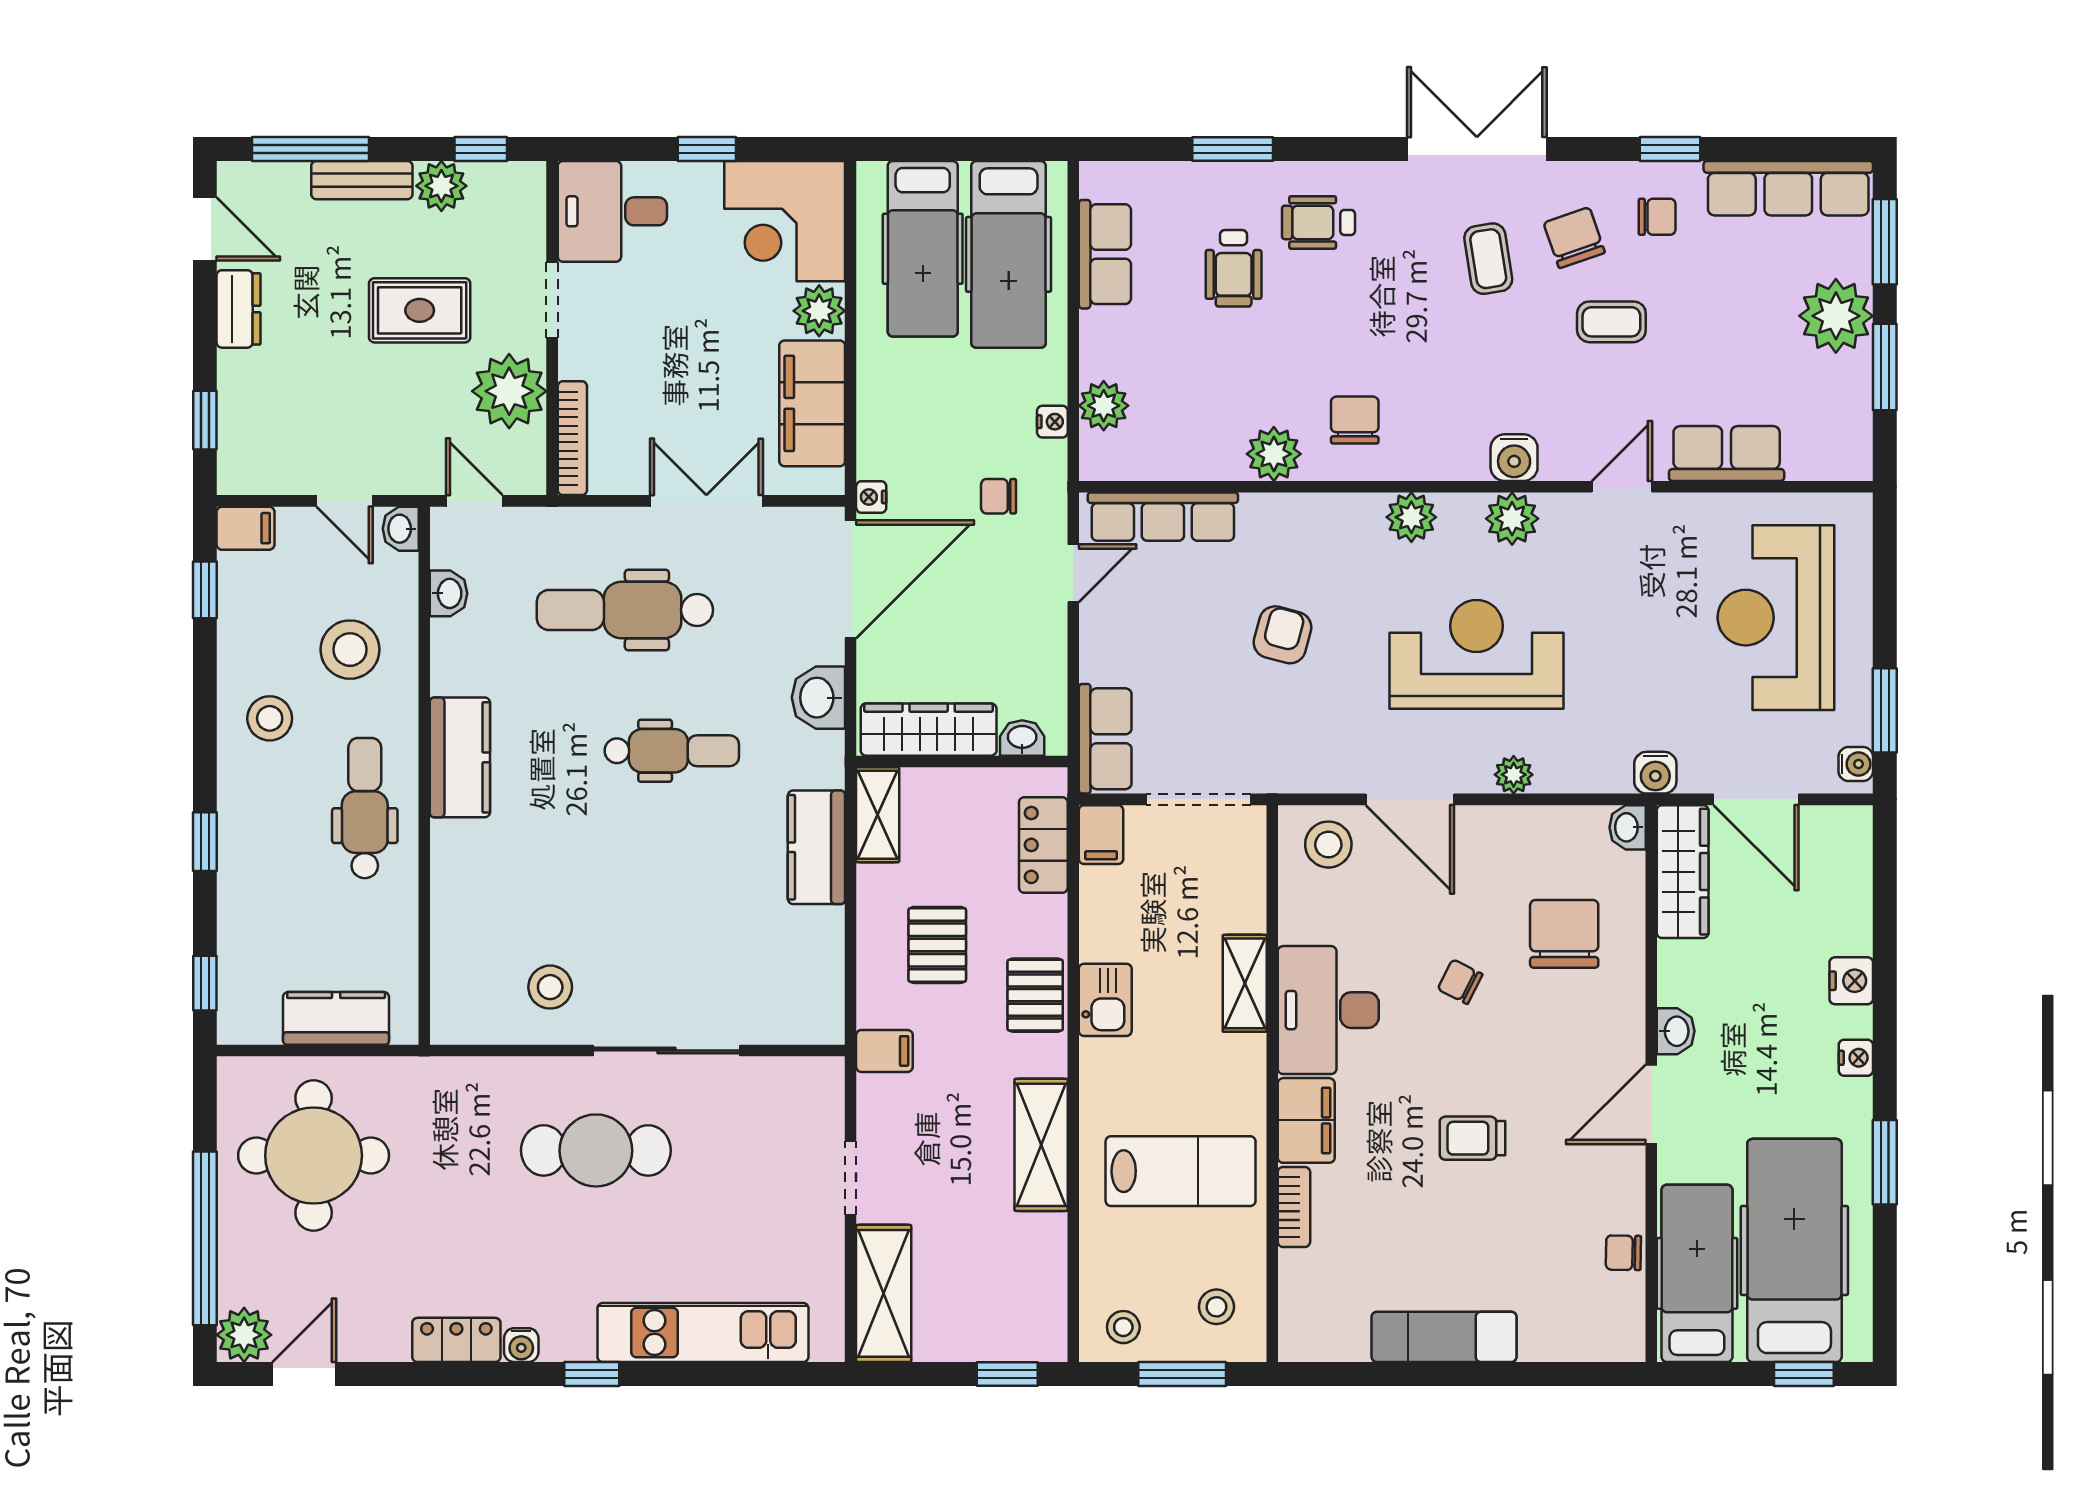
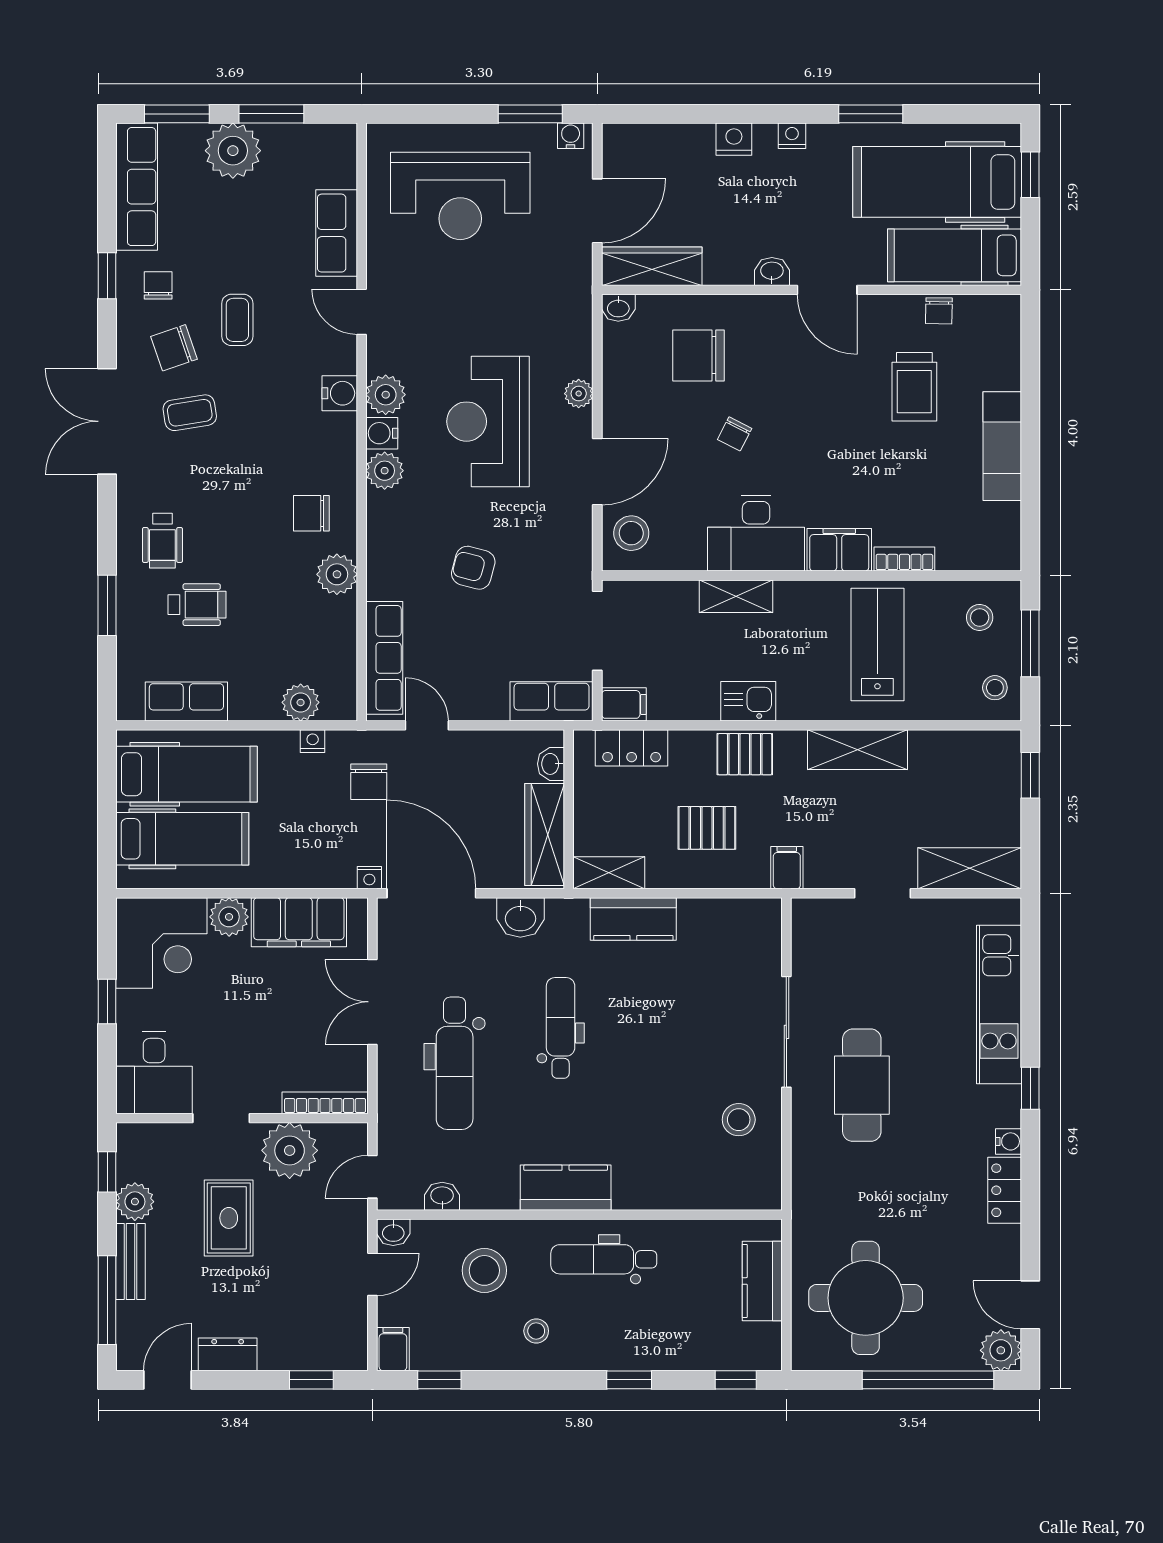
chair: (999, 496) -> (369, 782), width x1.37, depth x1.37
stool: (270, 718) -> (536, 1331), width x0.73, depth x0.73
water cooler: (1655, 773) -> (382, 433), moved, turned 180
trolley: (1473, 1138) -> (914, 387), moved, width x1.36, depth x1.39

